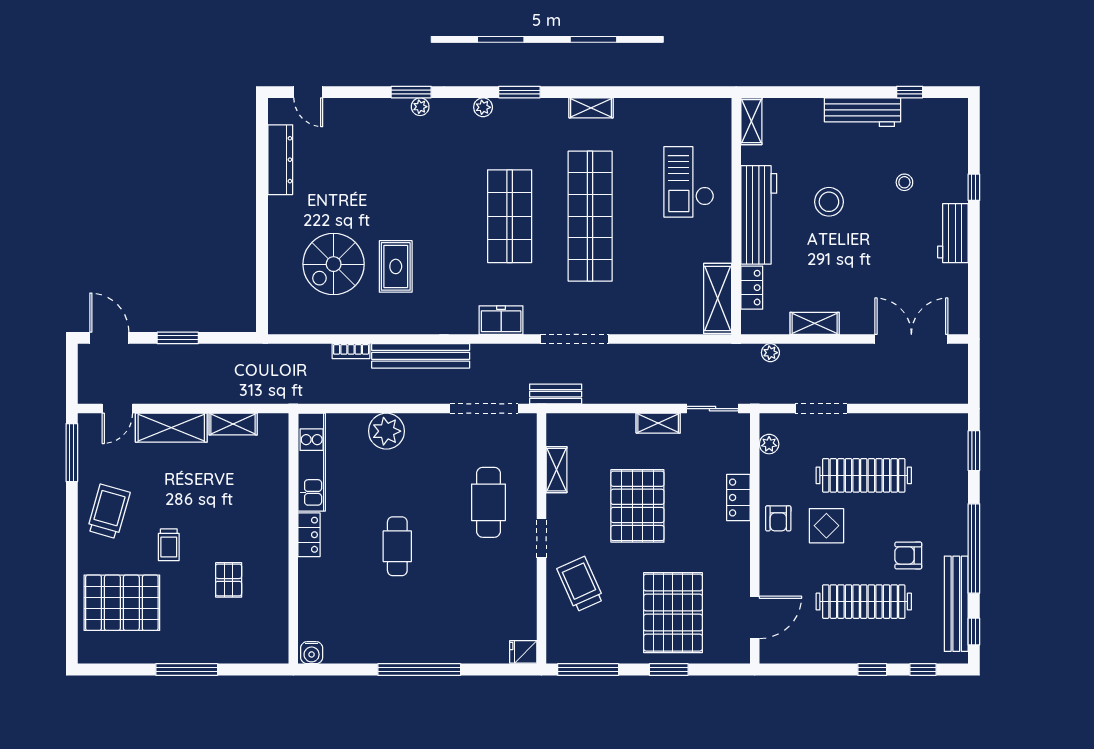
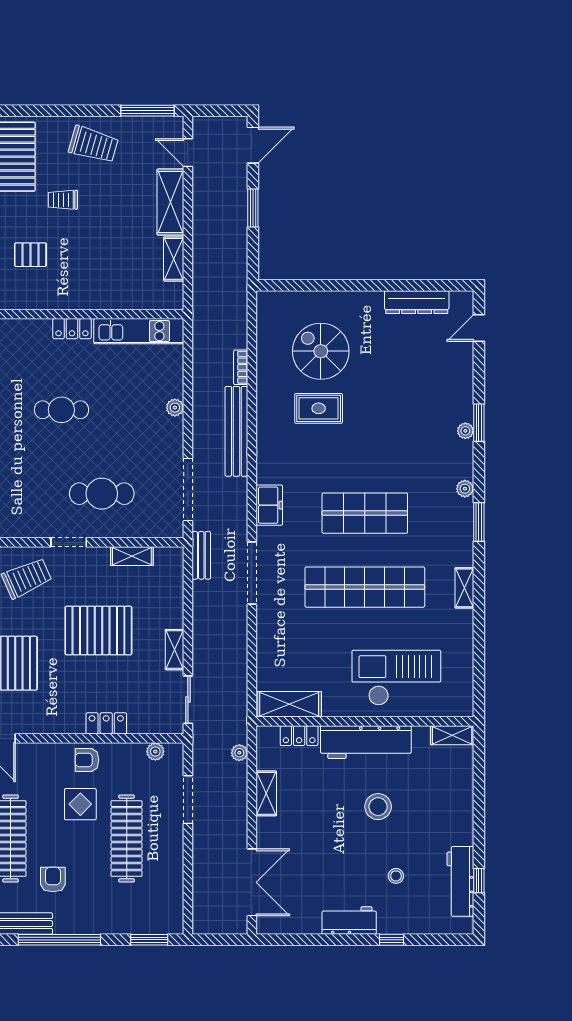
workbench: (863, 112) -> (460, 881), moved
checkout: (689, 182) -> (396, 678), width x1.36, depth x1.21
plant: (386, 431) -> (175, 408), width x0.53, depth x0.53

